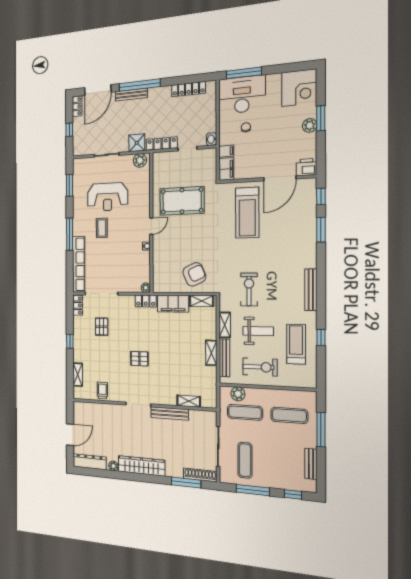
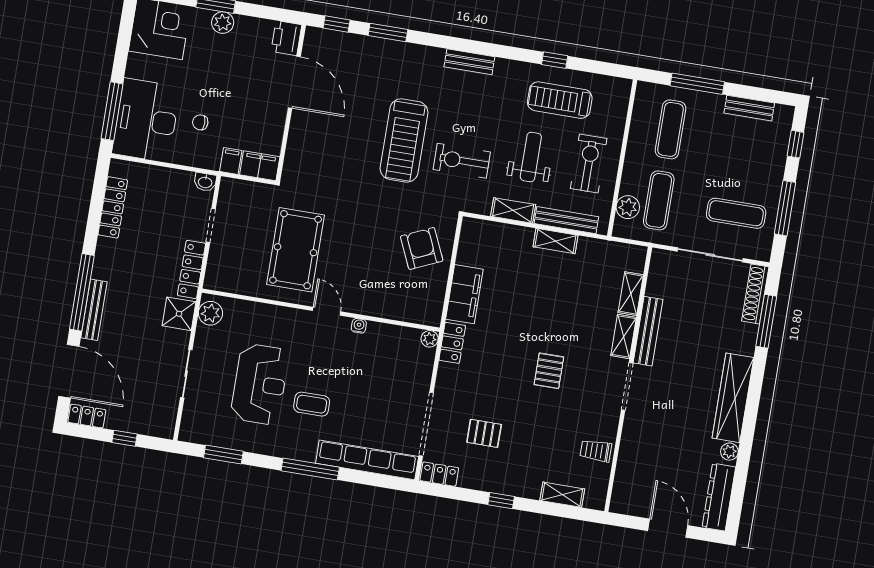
treadmill: (247, 213) -> (404, 140), moved, turned 90
bench: (311, 290) -> (469, 62), width x0.73
shelving: (202, 301) -> (624, 336), moved

